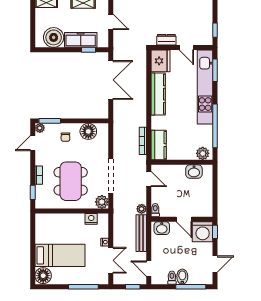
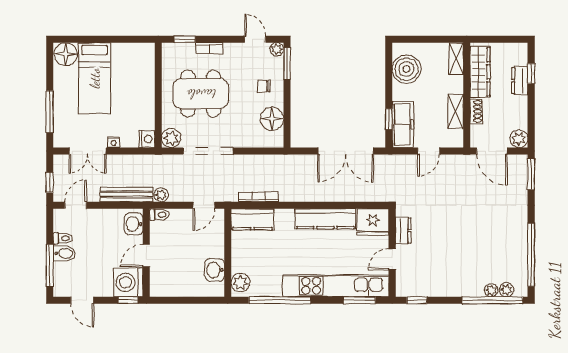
freezer: (81, 40) -> (403, 125), moved
nightstand: (91, 219) -> (147, 139), moved

